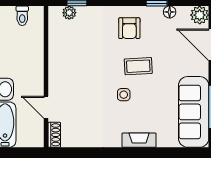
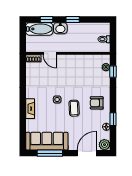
door: (46, 107) -> (50, 53), swing flipped

